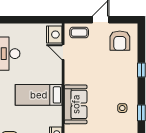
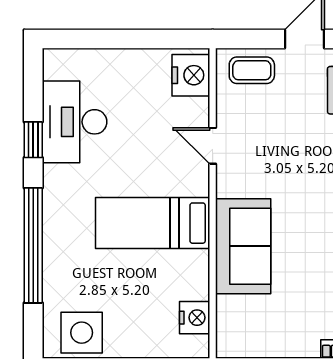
door: (63, 52) -> (213, 146), moved

